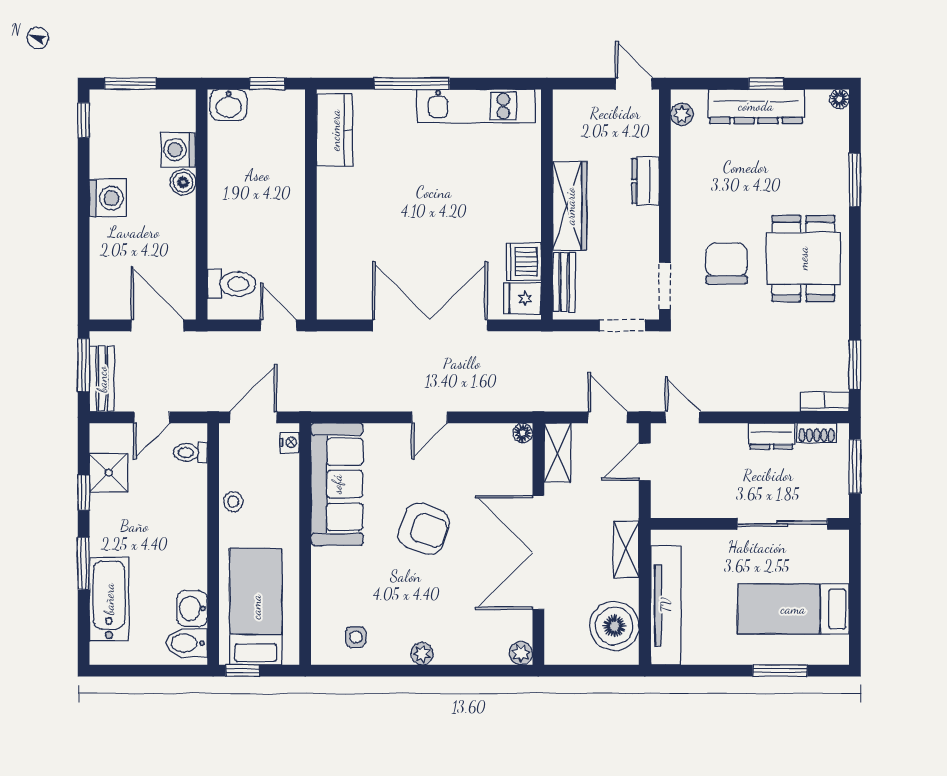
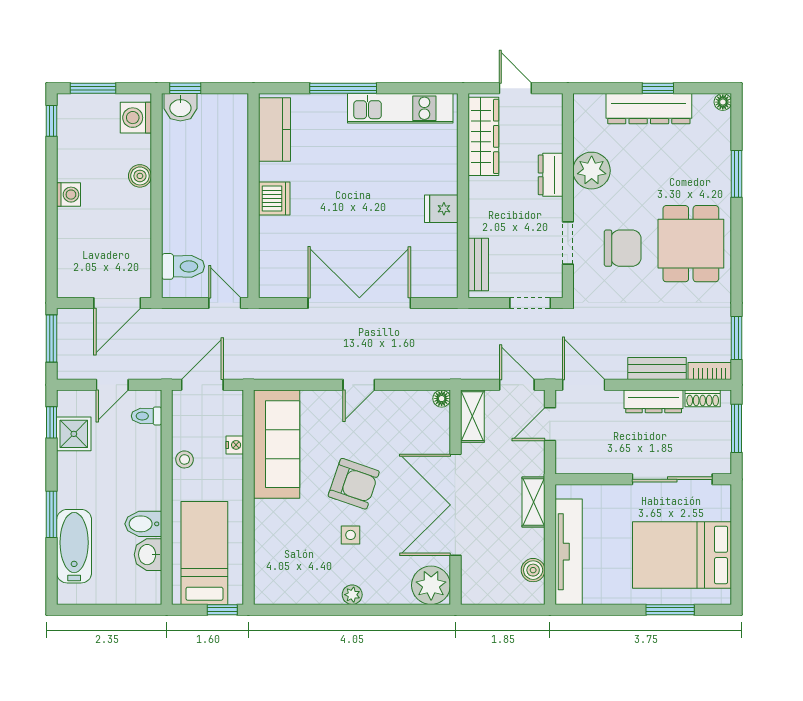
window: (267, 84) -> (185, 88), moved
door: (634, 84) -> (515, 88), moved
plant: (682, 114) -> (592, 171), moved, width x1.88, depth x1.88
washing machine: (178, 150) -> (136, 118), moved
washing machine: (108, 198) -> (69, 195), width x0.73, depth x0.73
wardrobe: (570, 206) -> (483, 136), moved
dishwasher: (524, 262) -> (274, 199), moved, turned 180
chair: (727, 264) -> (623, 248), turned 90
doorway: (665, 286) -> (568, 243), moved
fridge: (522, 298) -> (441, 209), moved
door: (157, 325) -> (117, 303), swing flipped
bench: (102, 379) -> (657, 369), moved, turned 90
door: (683, 417) -> (584, 385), width x1.38
dresser: (771, 436) -> (654, 401), width x1.44
nightstand: (290, 442) -> (235, 445), moved
window: (84, 493) -> (52, 422), moved
bed: (793, 609) -> (682, 555), width x1.50
boiler: (614, 626) -> (533, 570), width x0.54, depth x0.54
side table: (356, 637) -> (351, 535), moved
bidet: (187, 643) -> (143, 524), moved
plant: (521, 653) -> (431, 585), width x1.88, depth x1.88
window: (243, 671) -> (222, 610), moved

